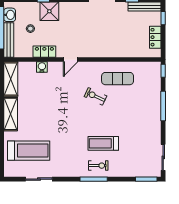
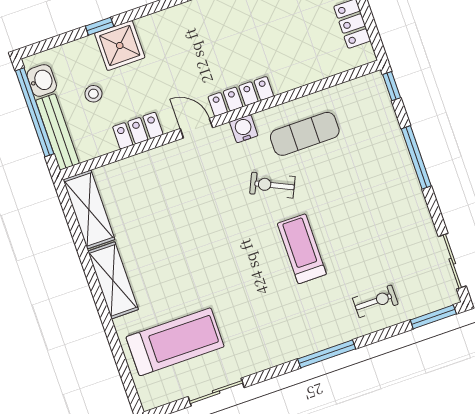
locker: (95, 52) -> (241, 96), added
door: (71, 60) -> (196, 128), swing flipped
water cooler: (42, 67) -> (244, 129), moved
treadmill: (103, 143) -> (302, 249), moved, turned 90
exercise bike: (98, 166) -> (375, 301), moved

